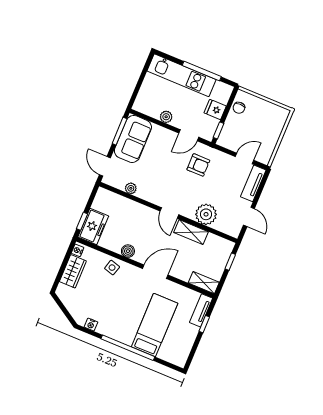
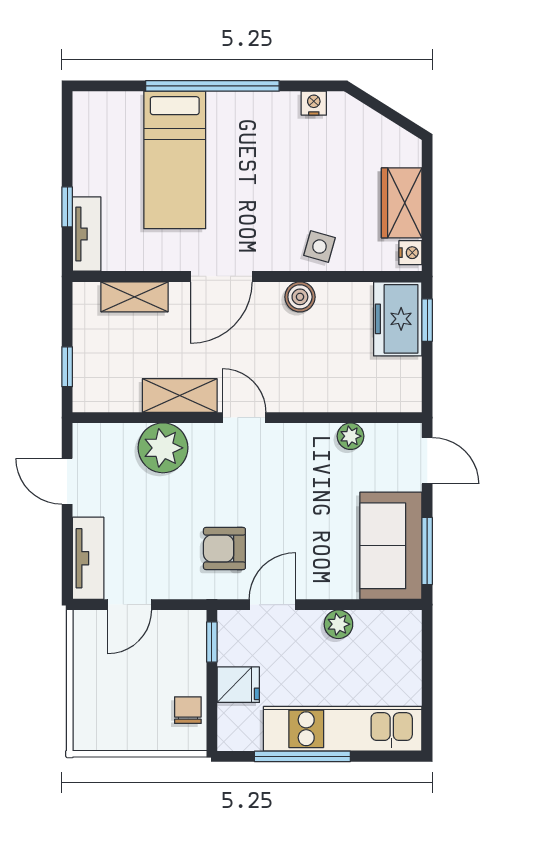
shelving: (204, 283) -> (134, 297), moved

